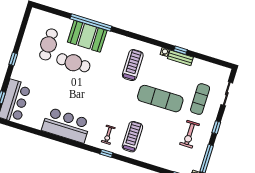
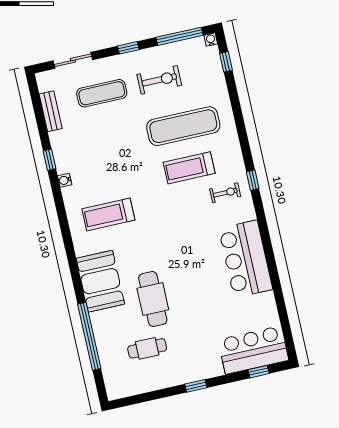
window: (91, 23) -> (89, 336), moved
booth: (87, 36) -> (100, 281), moved
cafe table: (48, 44) -> (147, 348), width x0.73, depth x0.74
bench: (180, 58) -> (51, 111), moved
exercise mat: (160, 99) -> (183, 126), moved, turned 90
treadmill: (132, 137) -> (189, 168), moved

